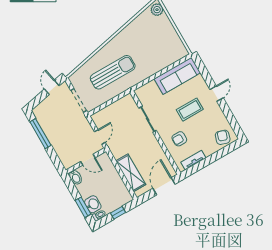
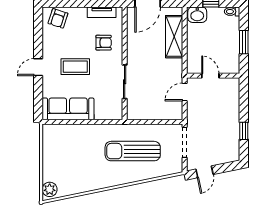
window: (40, 134) -> (244, 131), width x0.46
bidet: (75, 177) -> (234, 65), removed
washbasin: (93, 204) -> (197, 15), moved, turned -90
window: (83, 207) -> (244, 42), moved

